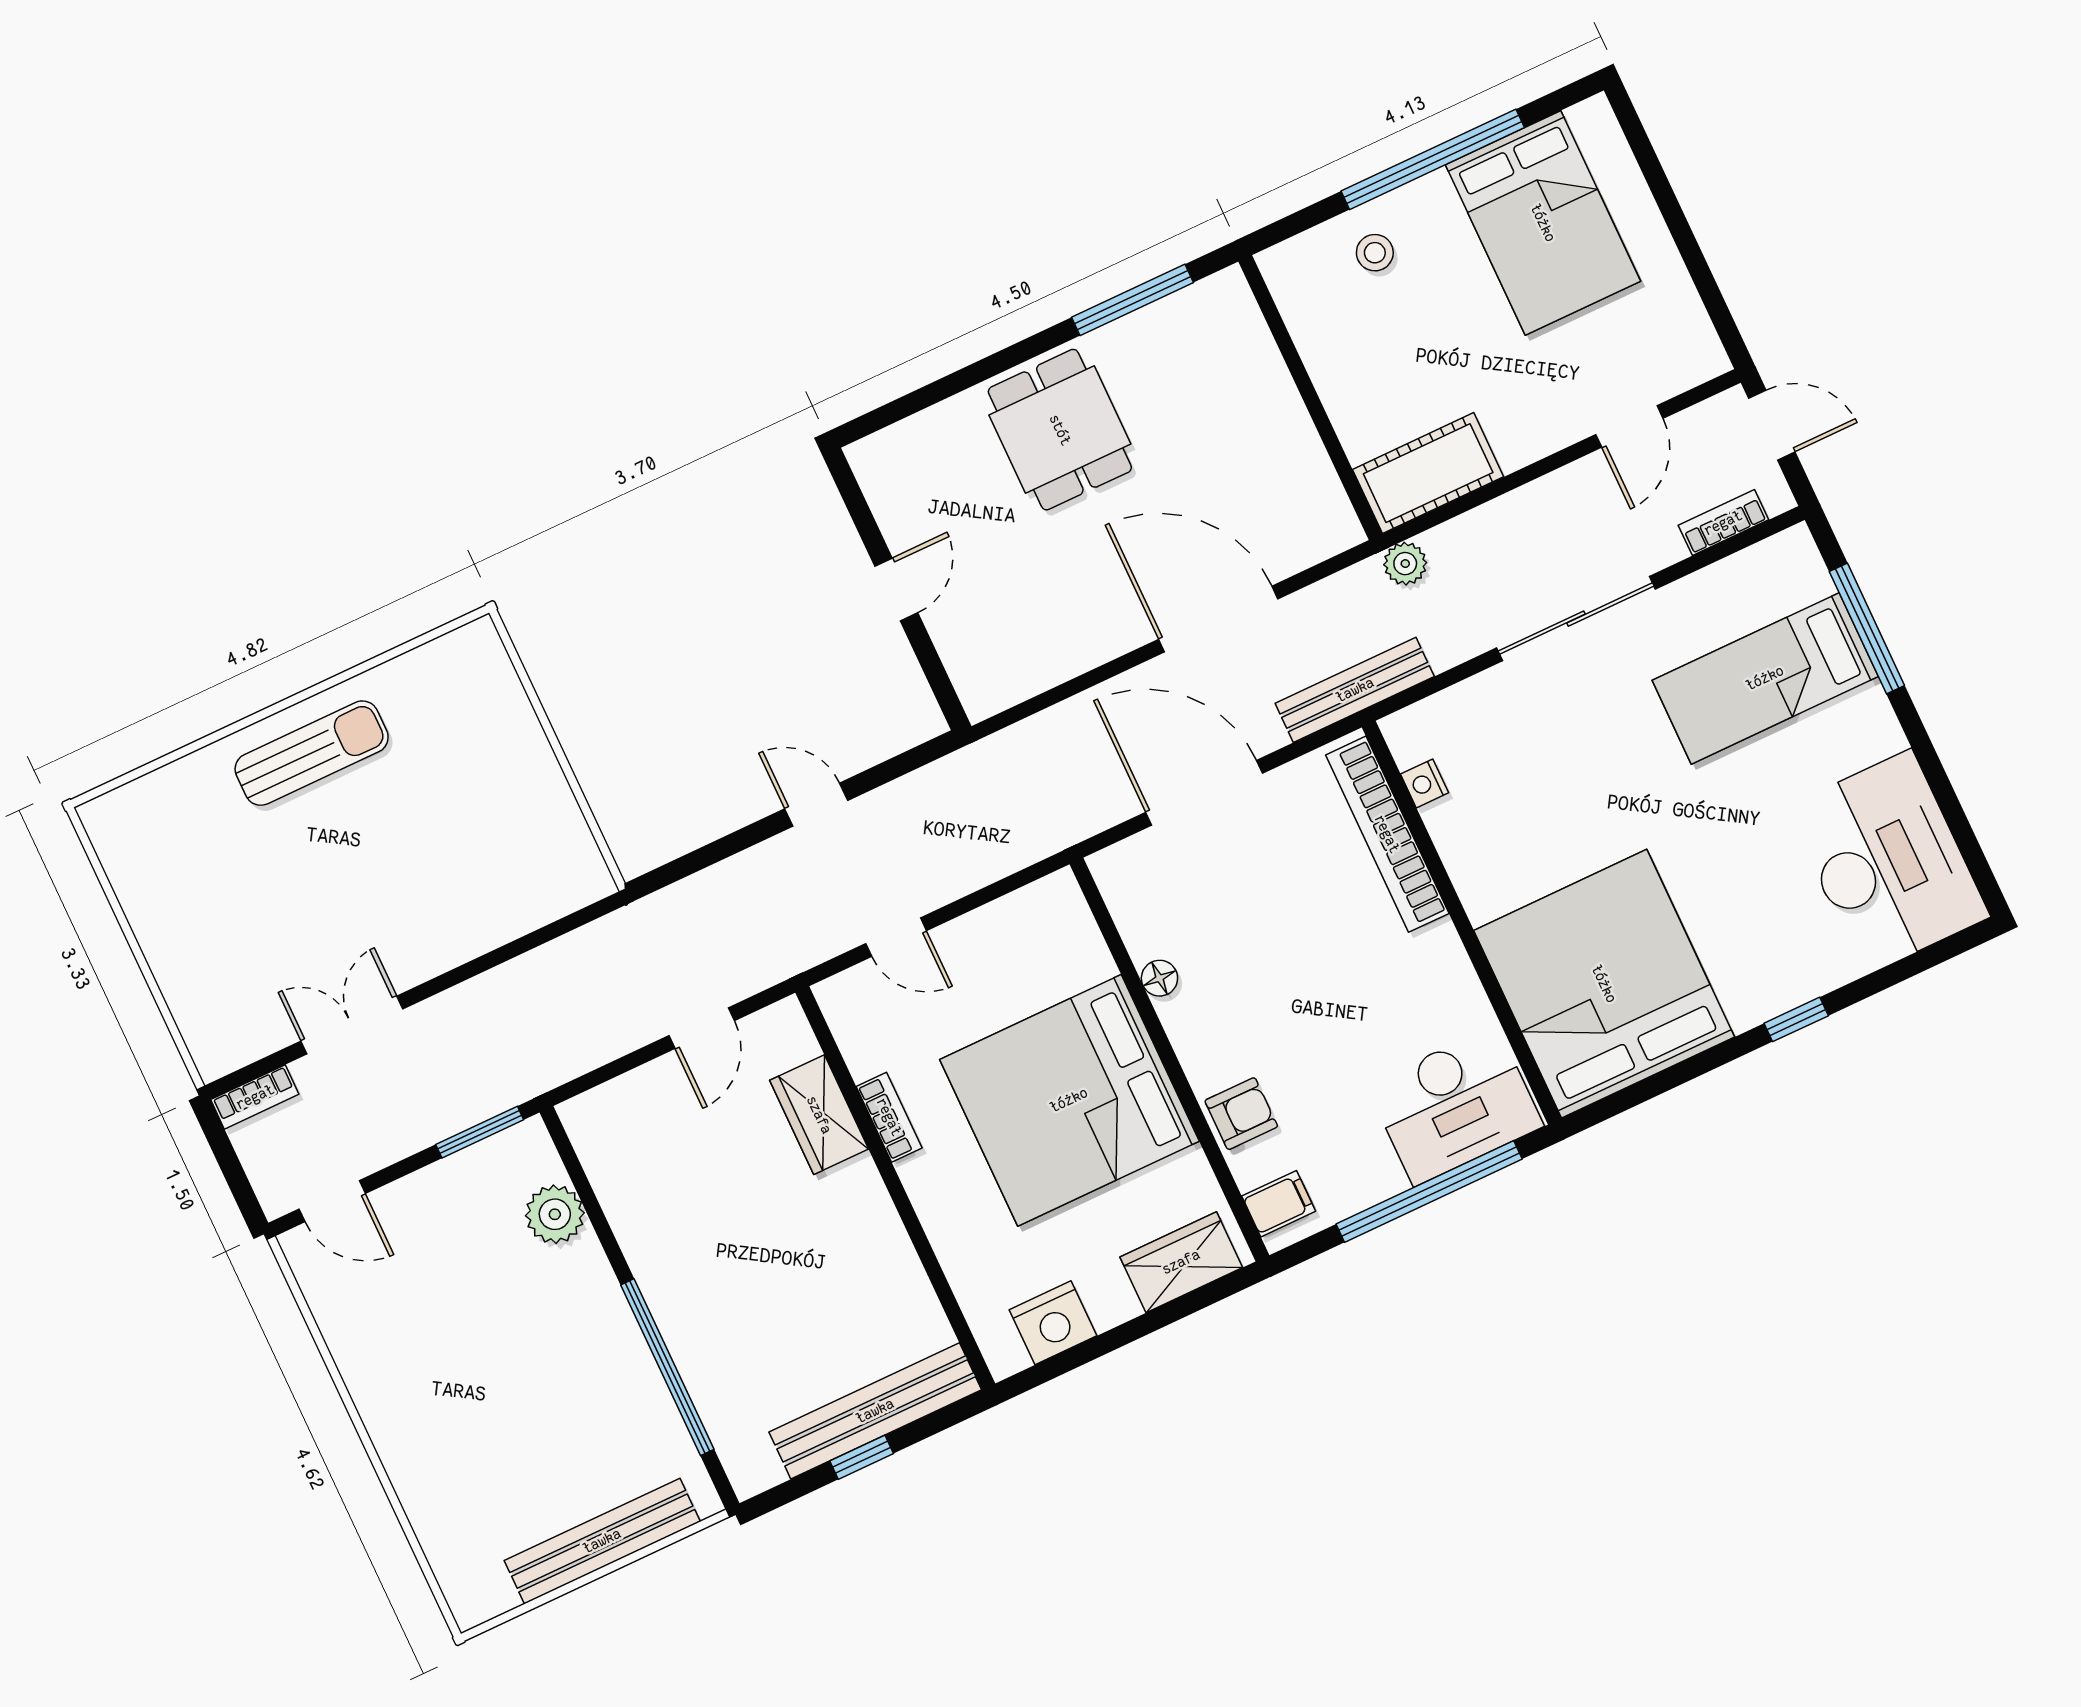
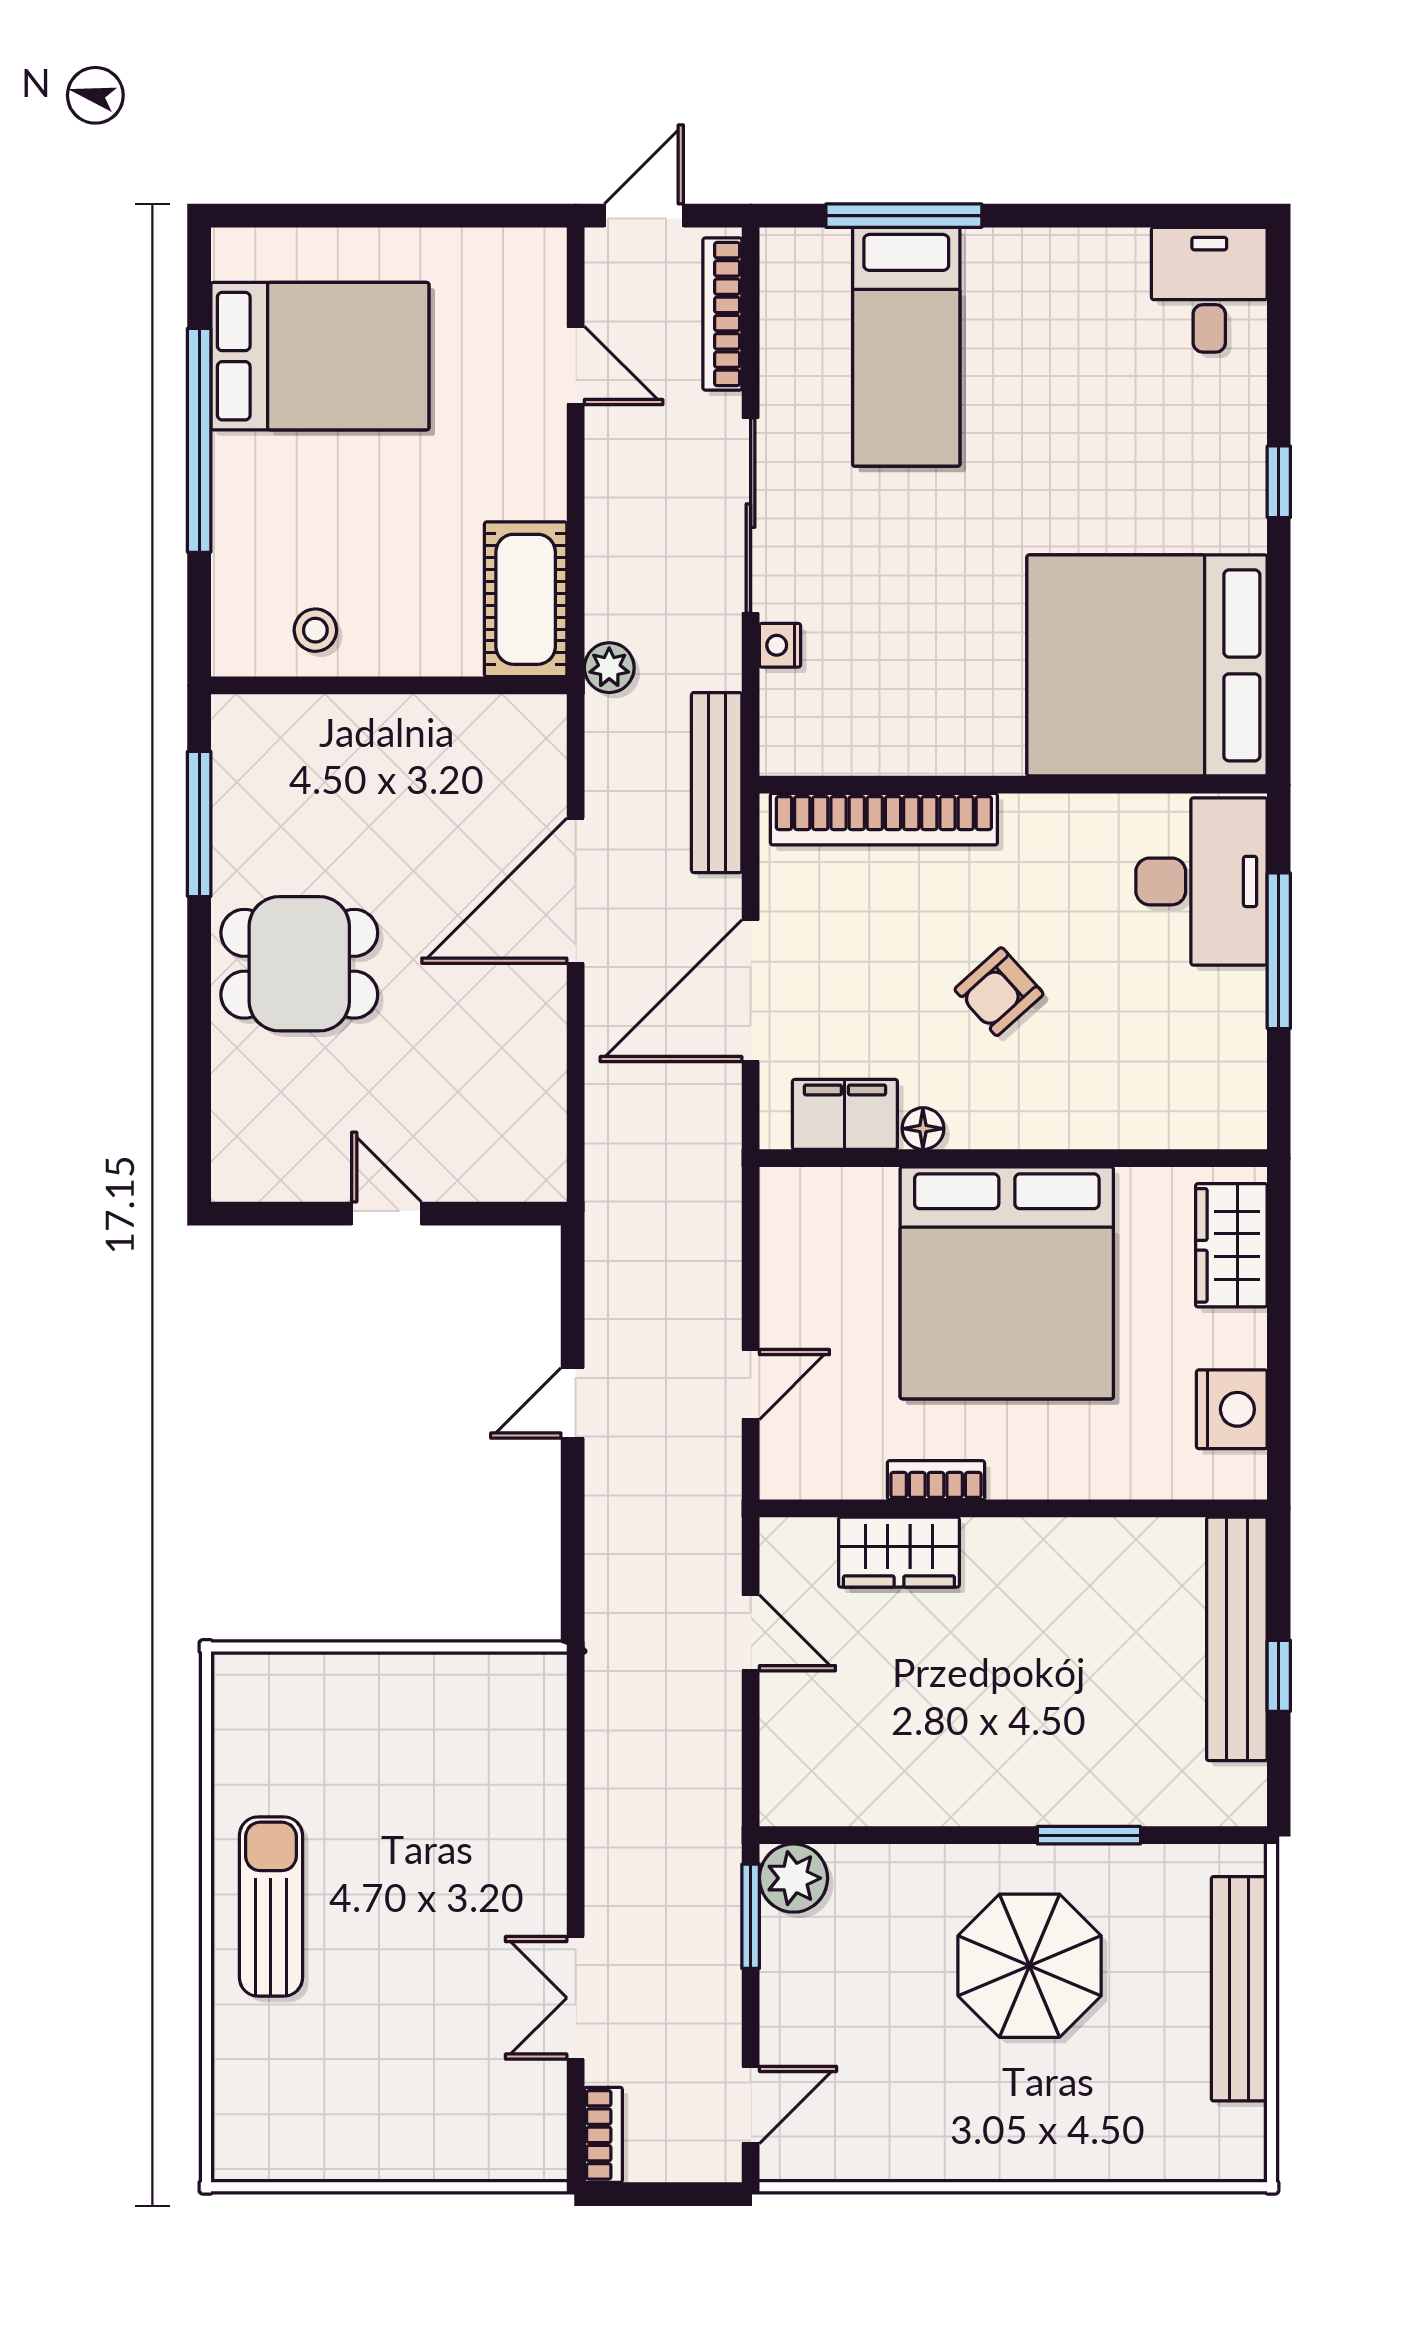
stool: (1375, 253) -> (315, 630), moved
bookcase: (1723, 523) -> (722, 314), width x1.56
nightstand: (1424, 783) -> (780, 645), moved, turned 90
desk: (1888, 862) -> (1209, 290), width x0.53, depth x0.77
armchair: (1241, 1114) -> (999, 992), moved, turned -132
window: (1429, 1191) -> (1279, 951), width x0.68
filing cabinet: (1279, 1204) -> (845, 1114), moved, width x2.00
plant: (555, 1214) -> (793, 1878), moved
window: (667, 1367) -> (1089, 1835), width x0.47
parasol: (543, 1368) -> (1030, 1966), added

